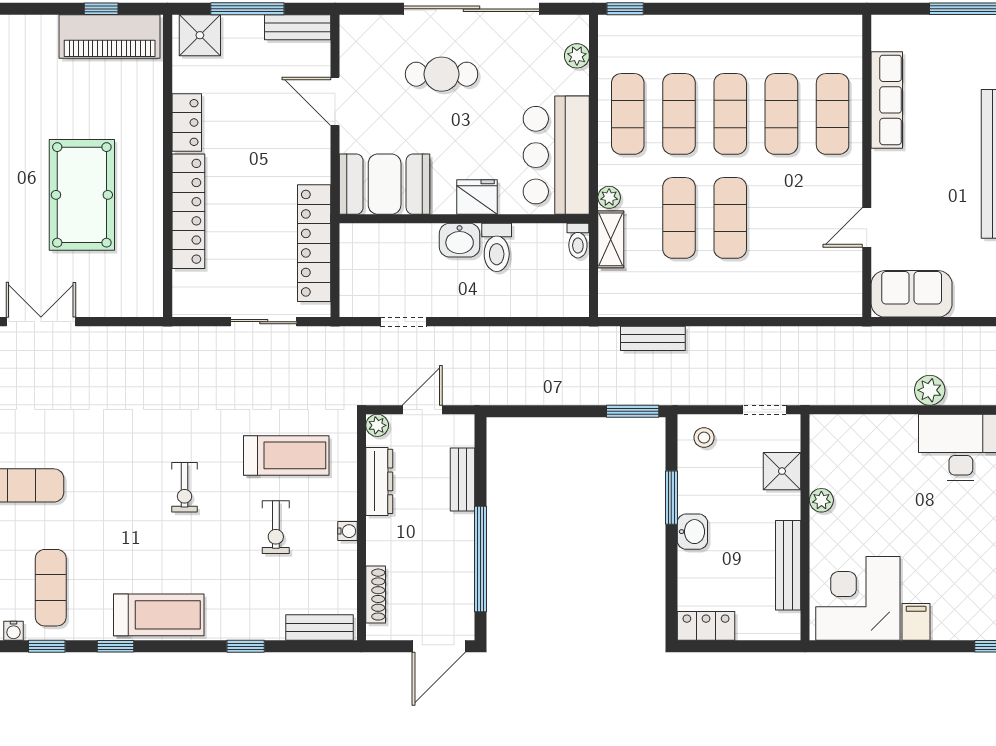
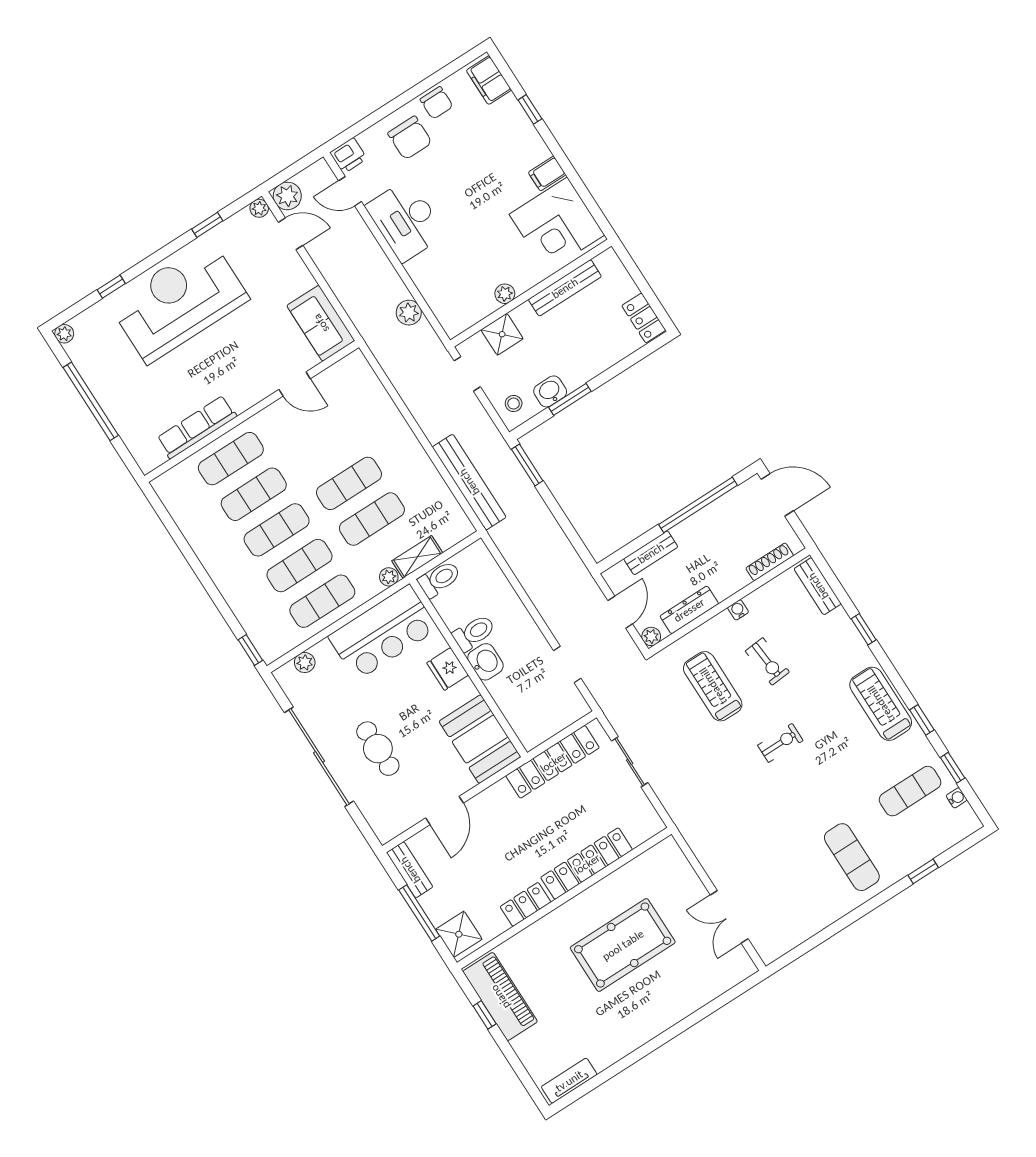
toilet: (578, 241) -> (439, 579), width x1.37, depth x1.39
bench: (653, 338) -> (469, 482), width x1.86, depth x1.21
plant: (930, 390) -> (409, 313), moved
door: (422, 410) -> (620, 612), swing flipped
exercise bike: (276, 527) -> (767, 661), turned 85
washbasin: (692, 532) -> (550, 391), moved

